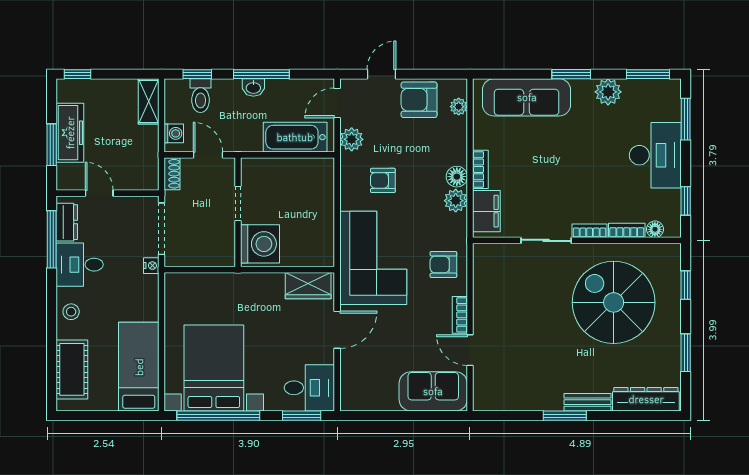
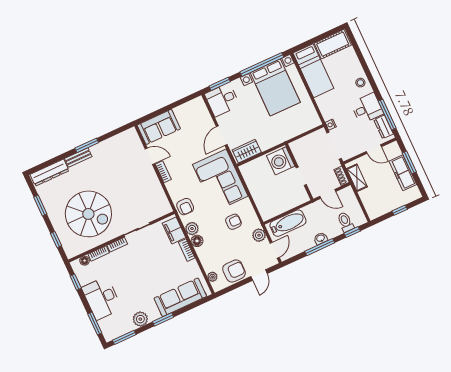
window: (77, 74) -> (400, 210), moved
shelving: (149, 101) -> (357, 178), moved
washing machine: (174, 133) -> (350, 197), removed
armchair: (443, 265) -> (185, 207), moved, turned 90
cot: (72, 369) -> (333, 44), moved, turned 90

